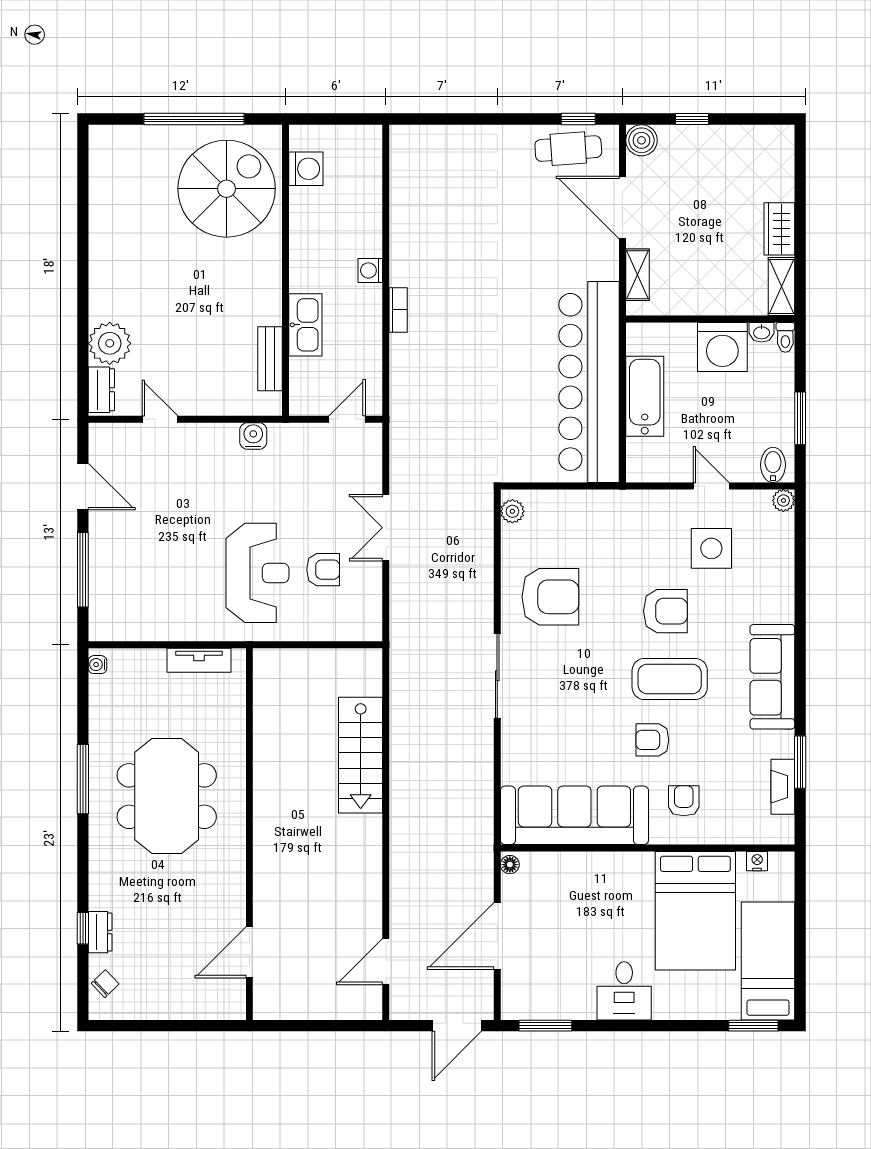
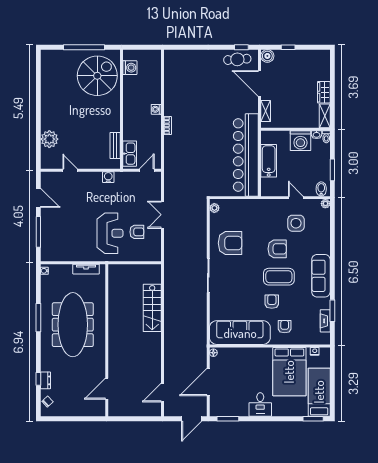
kitchen sink: (305, 325) -> (130, 154), moved
dresser: (101, 390) -> (46, 158), removed
armchair: (652, 740) -> (272, 302), turned 90
meeting table: (167, 796) -> (73, 325), width x1.36

